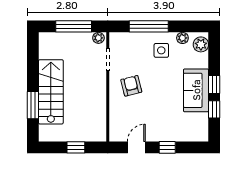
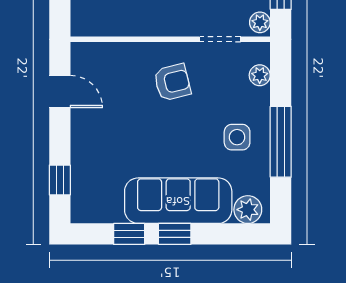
window: (149, 26) -> (281, 142), moved
plant: (182, 38) -> (260, 75), moved
sofa: (196, 90) -> (178, 201), width x1.36
window: (167, 147) -> (60, 180), moved

